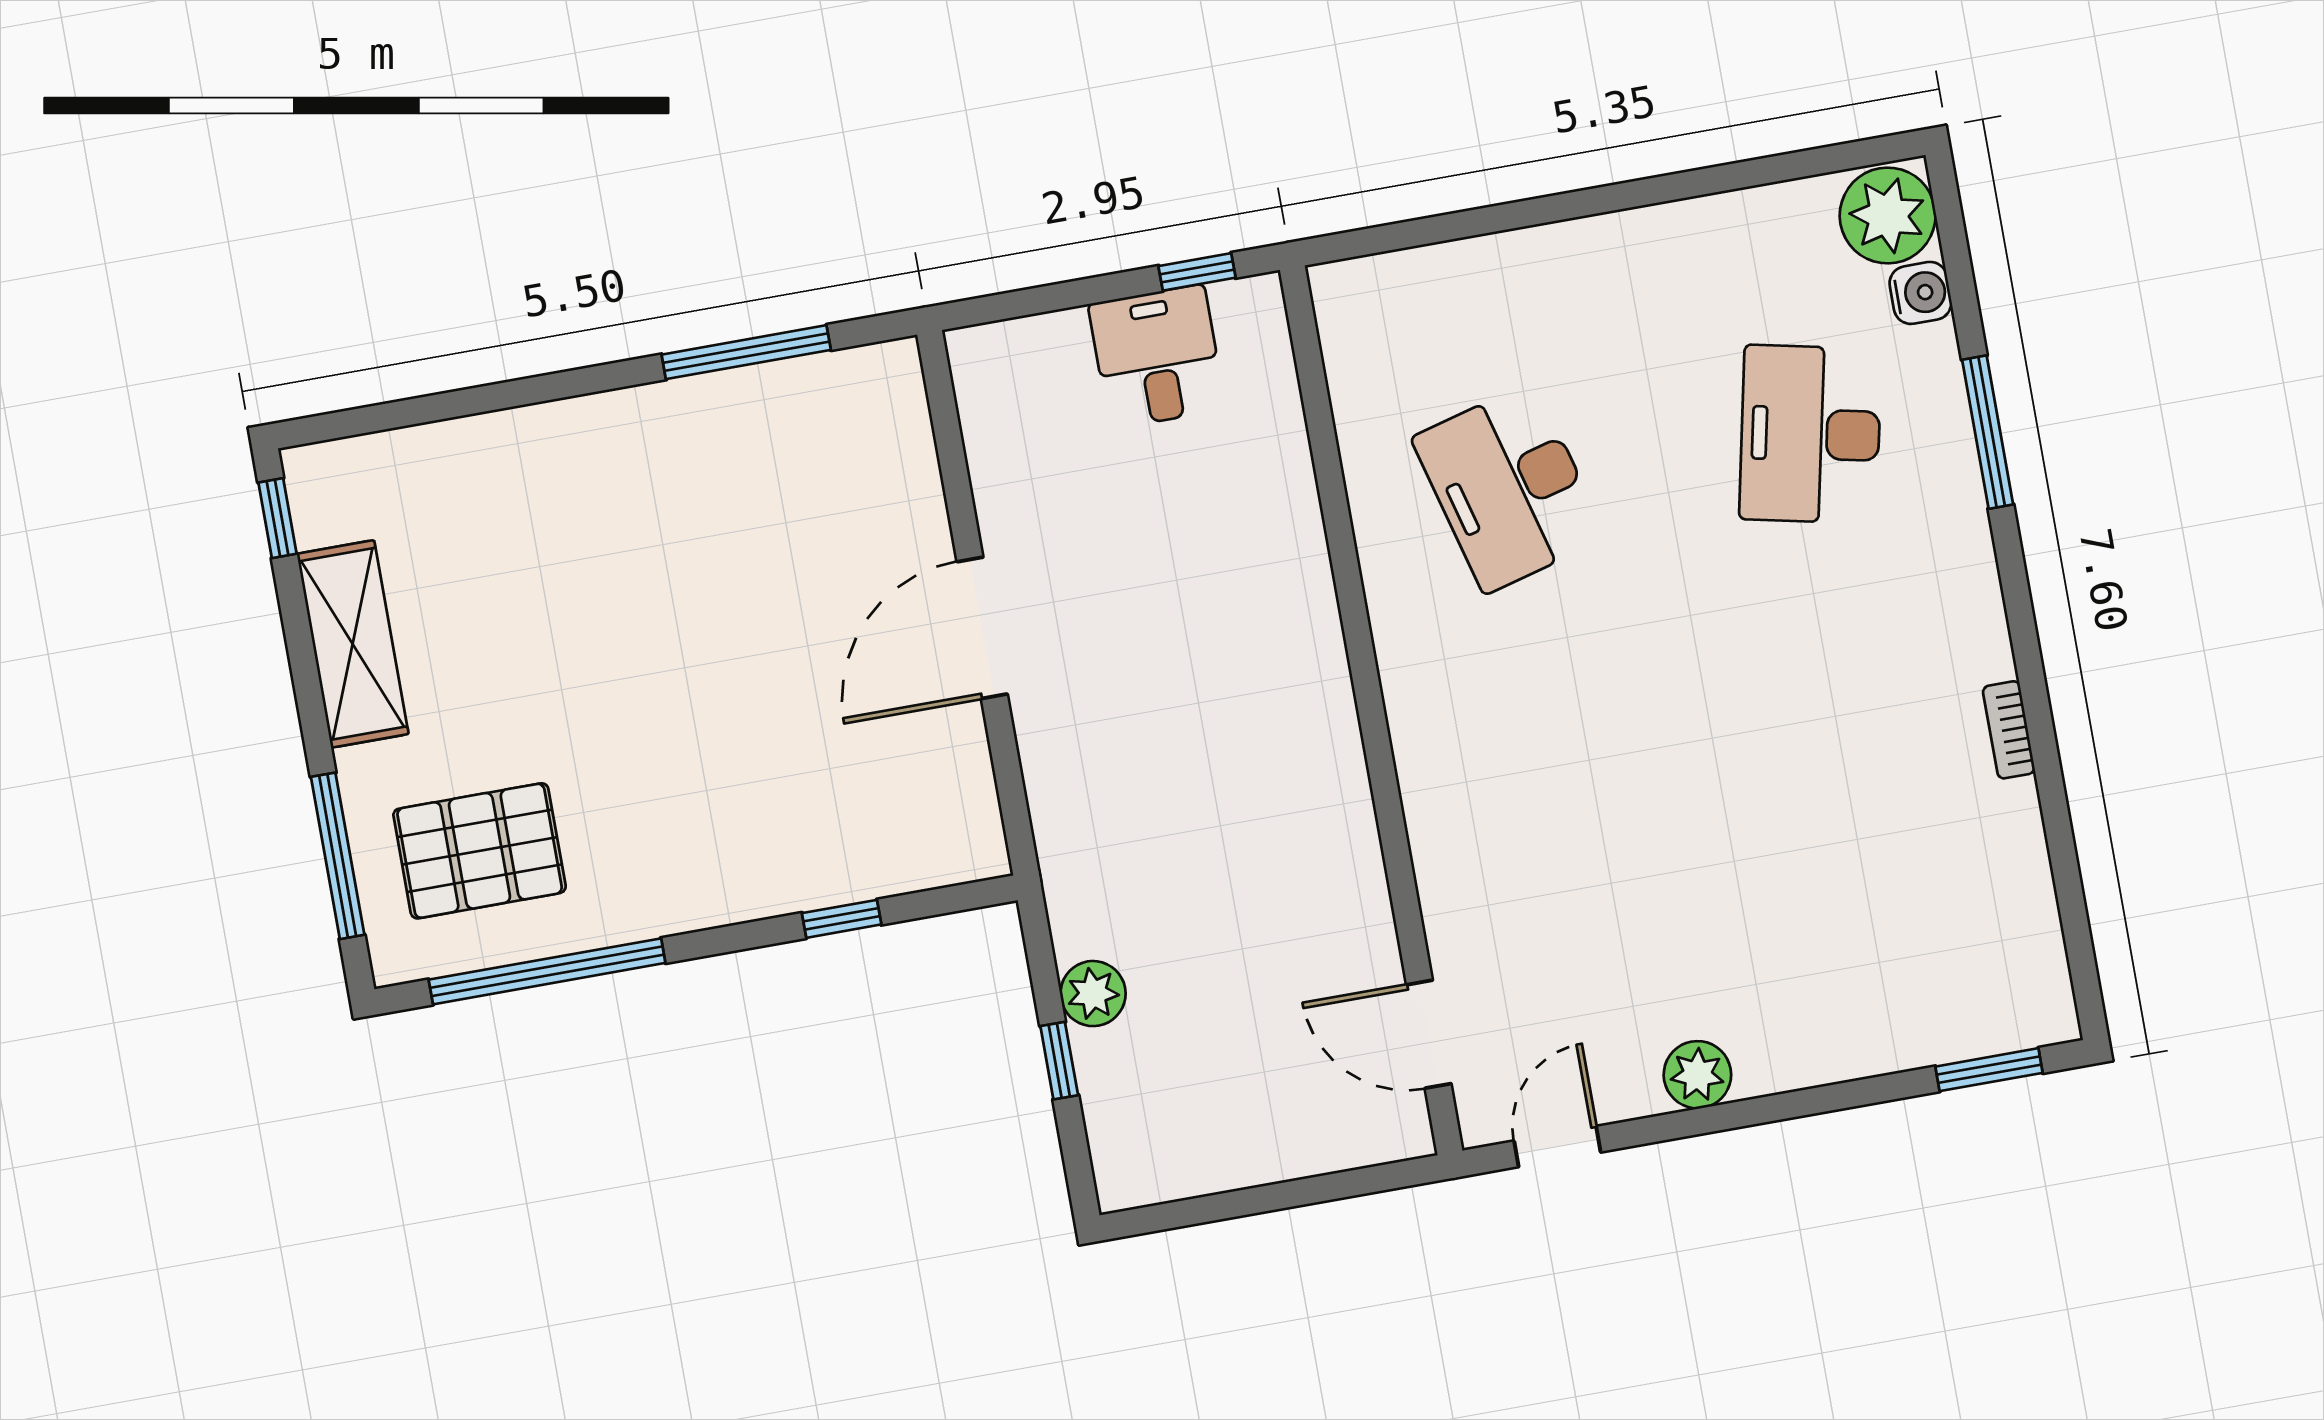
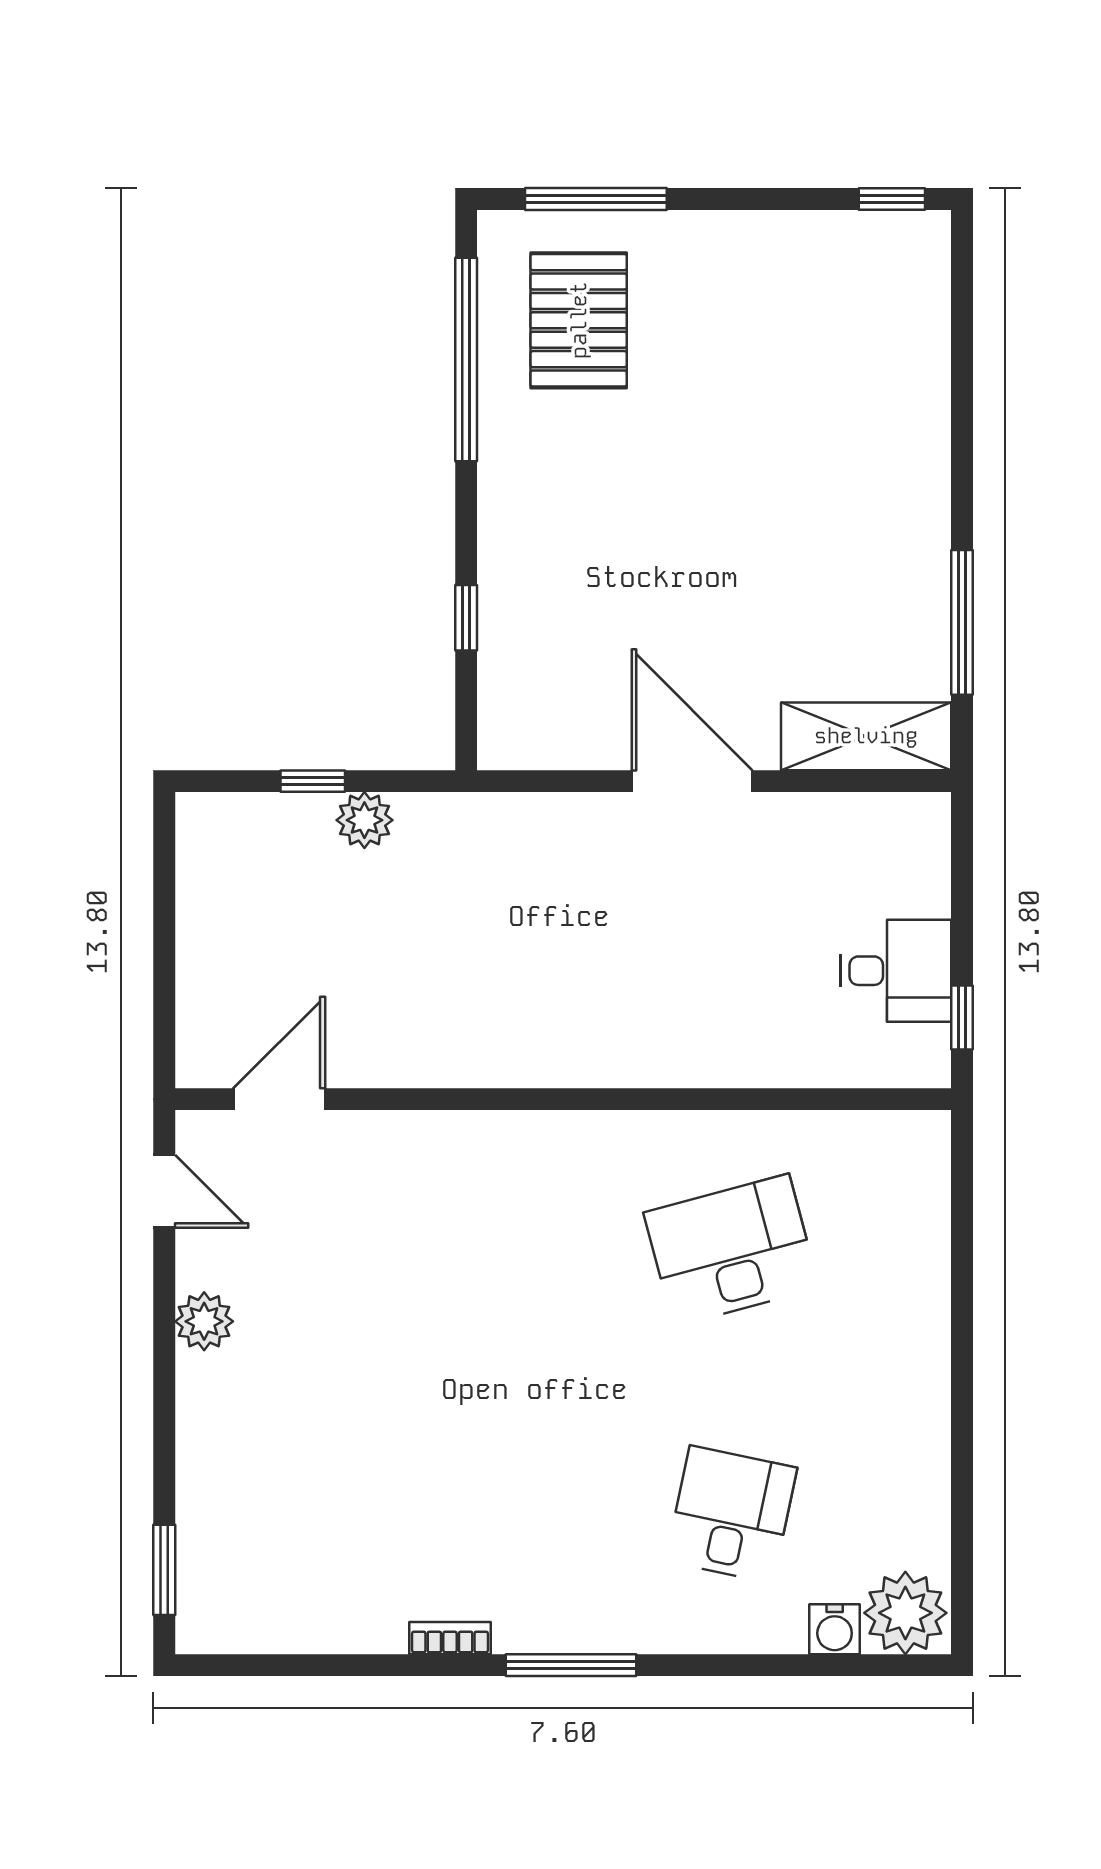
window: (1988, 432) -> (571, 1665), moved
desk: (1810, 434) -> (731, 1514), width x0.73
shelving: (353, 644) -> (866, 736), moved

